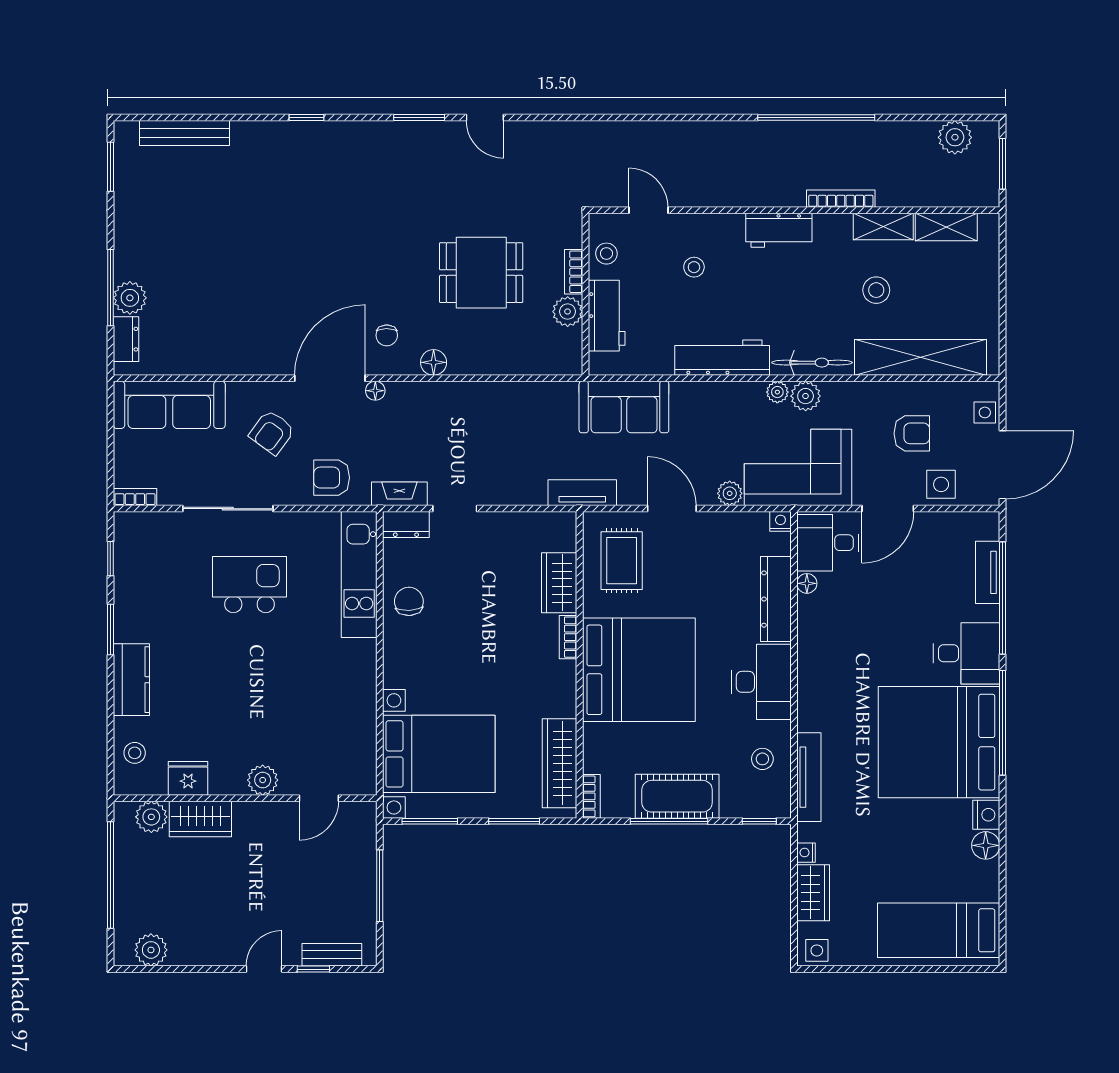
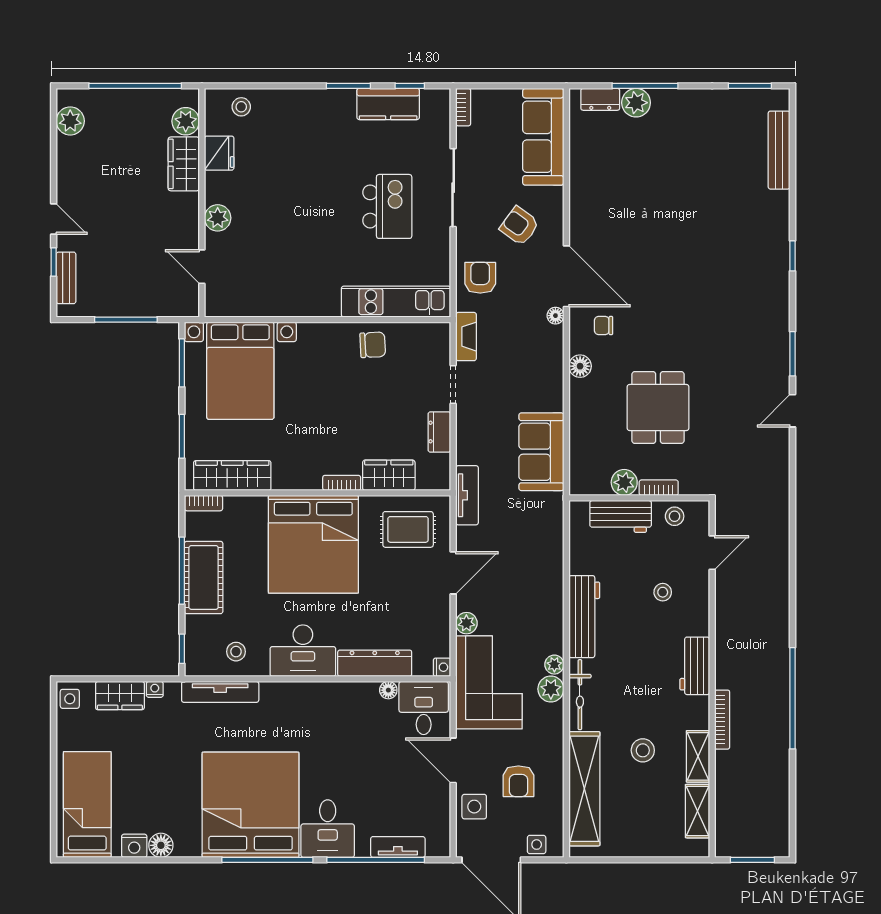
plant: (955, 137) -> (775, 819), removed
sofa: (624, 407) -> (541, 452), moved
dresser: (406, 525) -> (439, 432), moved
kitchen counter: (131, 680) -> (388, 104), moved
nightstand: (986, 815) -> (134, 846), moved

